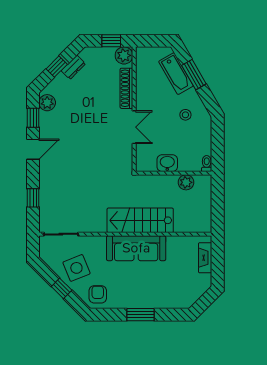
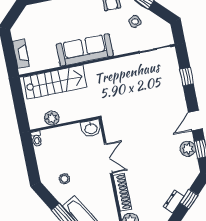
plant: (47, 103) -> (188, 149), moved
double door: (134, 127) -> (108, 159), swing flipped
washbasin: (167, 163) -> (91, 128), moved
stairs: (140, 220) -> (55, 82), moved
side table: (76, 268) -> (135, 22), width x0.54, depth x0.54

